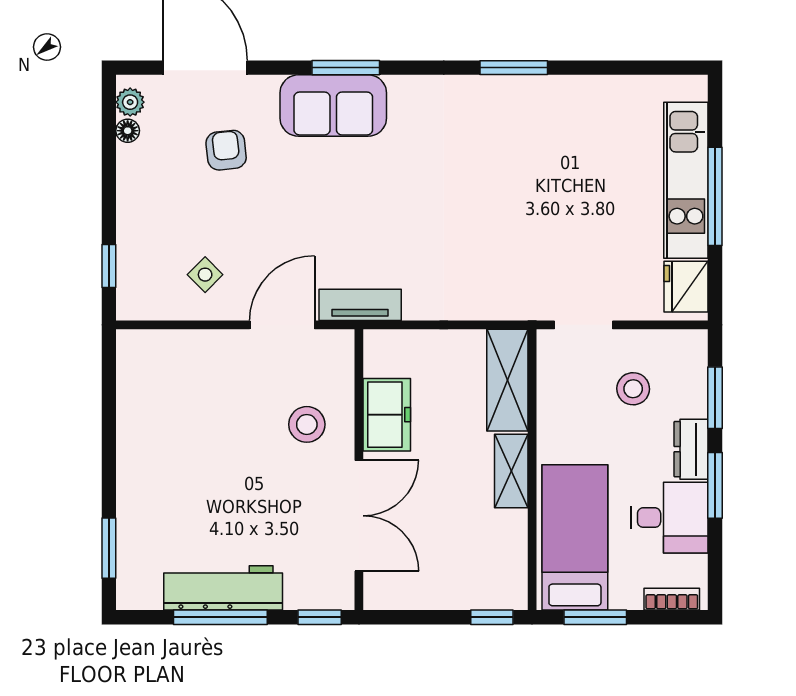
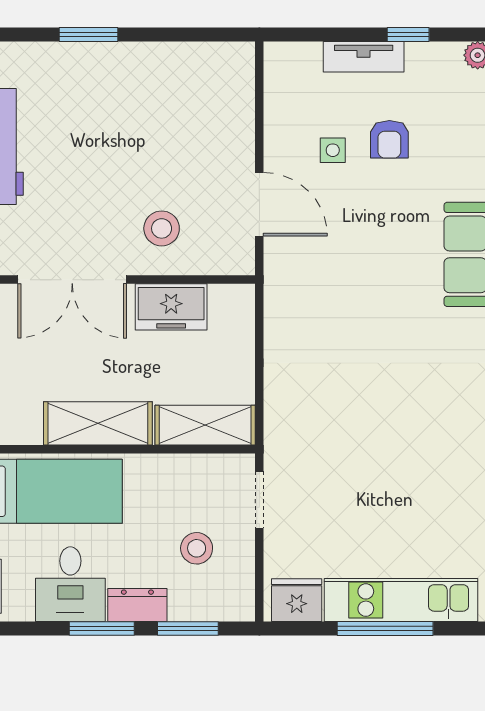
floor lamp: (128, 131) -> (450, 53), removed
armchair: (226, 150) -> (389, 139), moved, turned 96
window: (109, 266) -> (408, 34), moved
side table: (205, 275) -> (333, 150), moved, turned 45
tv unit: (360, 305) -> (364, 57), moved, turned 90
shelving: (511, 471) -> (98, 423), width x1.50, depth x1.33
window: (109, 548) -> (88, 34), moved

